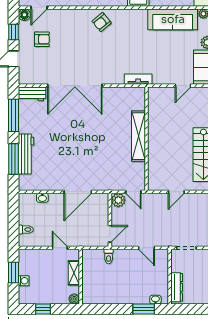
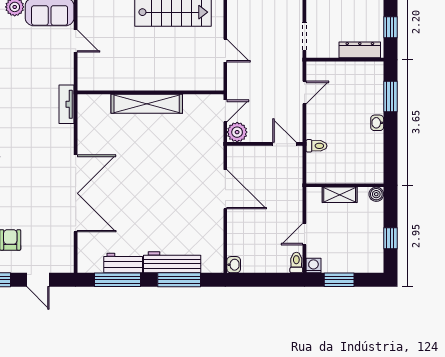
workbench: (32, 94) -> (123, 263), moved, turned -90
washbasin: (42, 198) -> (234, 265), moved
toilet: (26, 230) -> (296, 263), moved
door: (60, 248) -> (304, 234), moved
washing machine: (24, 281) -> (313, 266), moved
washbasin: (155, 300) -> (377, 123), moved
window: (193, 309) -> (390, 27), added

